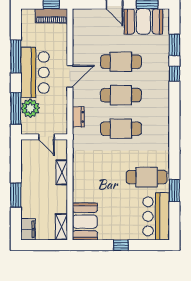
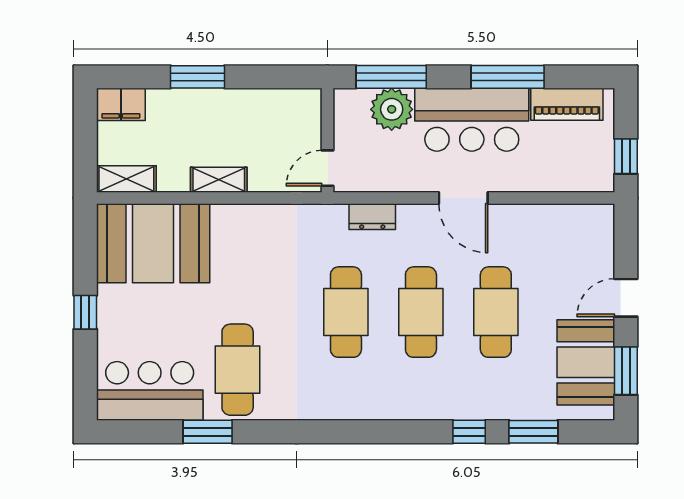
piano: (51, 16) -> (567, 104), moved, turned -90
door: (46, 137) -> (327, 168), moved
shelving: (62, 172) -> (219, 180), moved
booth: (85, 222) -> (153, 243), width x1.36, depth x1.42

